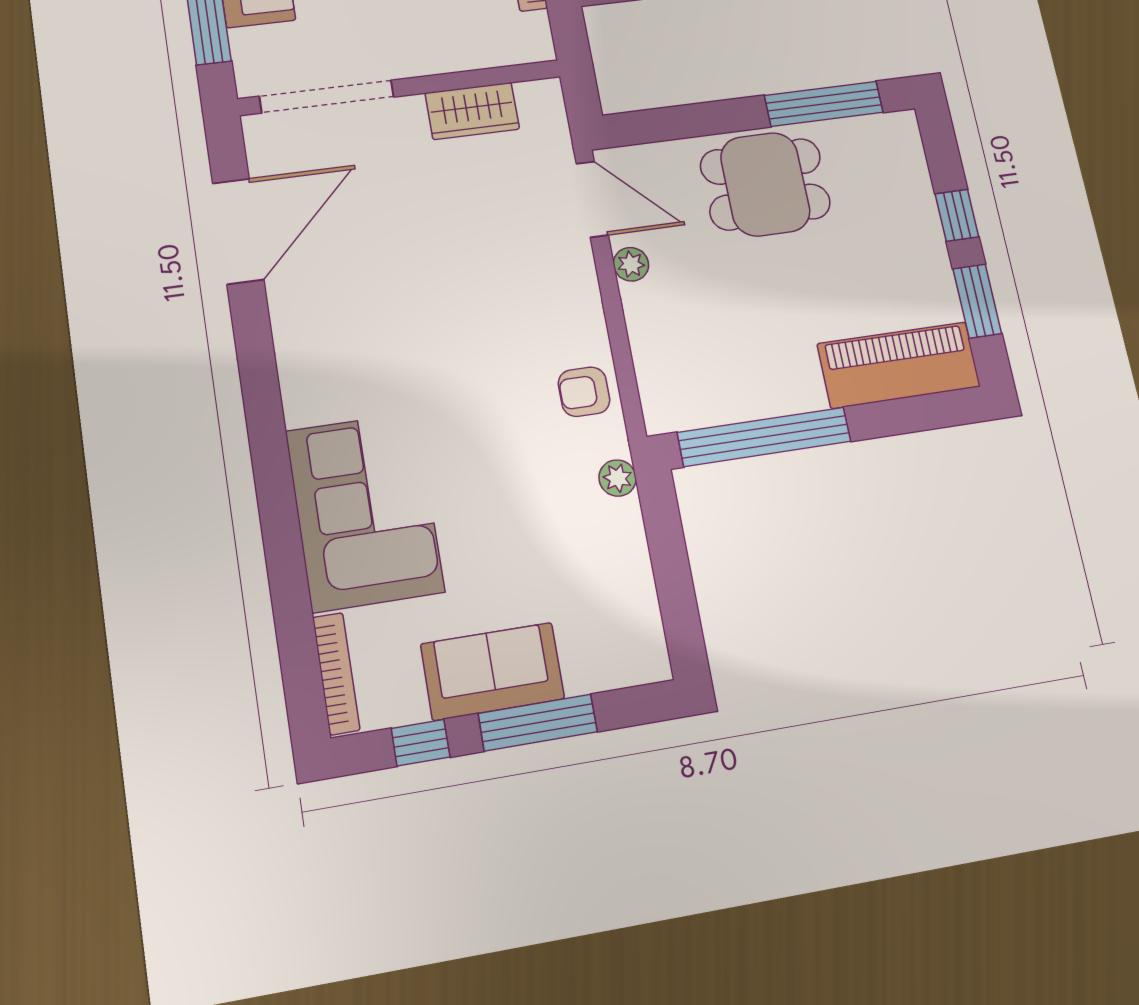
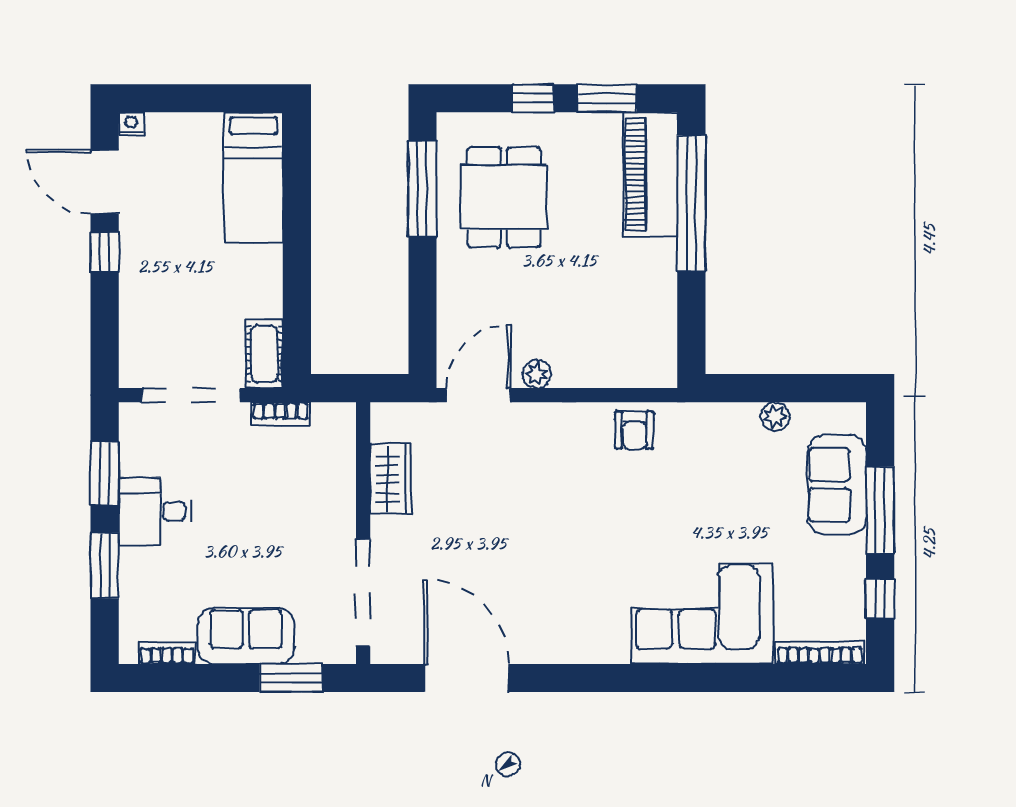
dining table: (765, 184) -> (504, 197), moved
window: (764, 437) -> (691, 203), moved
plant: (617, 478) -> (775, 417), moved
sofa: (492, 671) -> (837, 485), moved

